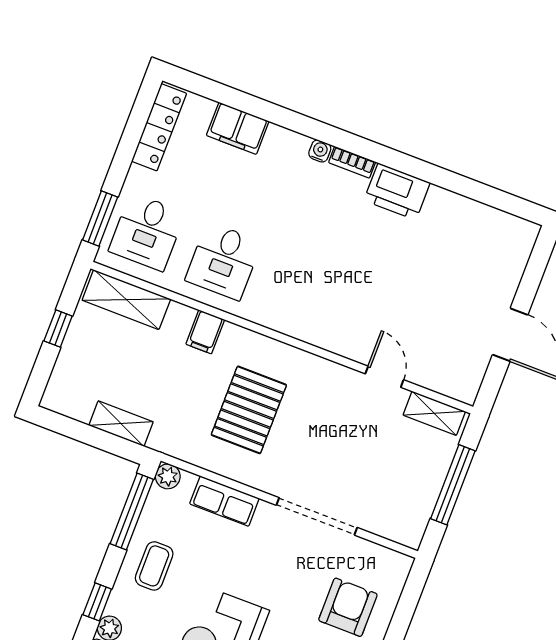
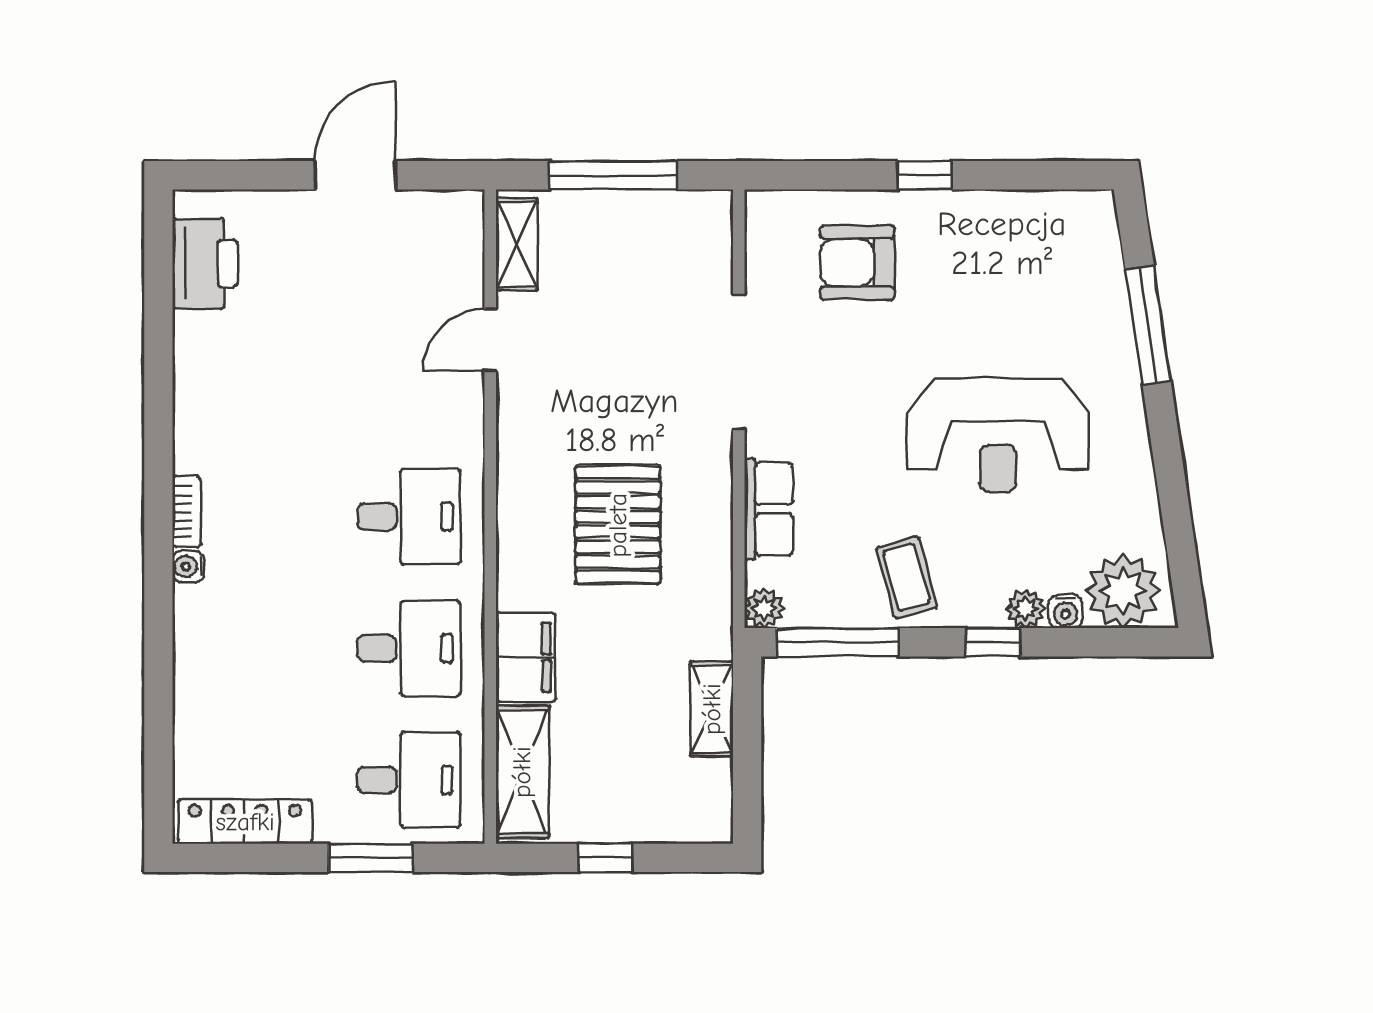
filing cabinet: (238, 128) -> (201, 703), removed
printer: (397, 192) -> (205, 264), moved
window: (100, 218) -> (371, 858), moved
desk: (300, 290) -> (409, 517), added
filing cabinet: (205, 332) -> (526, 657), width x2.00
pallet: (249, 410) -> (618, 525), turned 90
coffee table: (154, 566) -> (906, 577), turned 75

